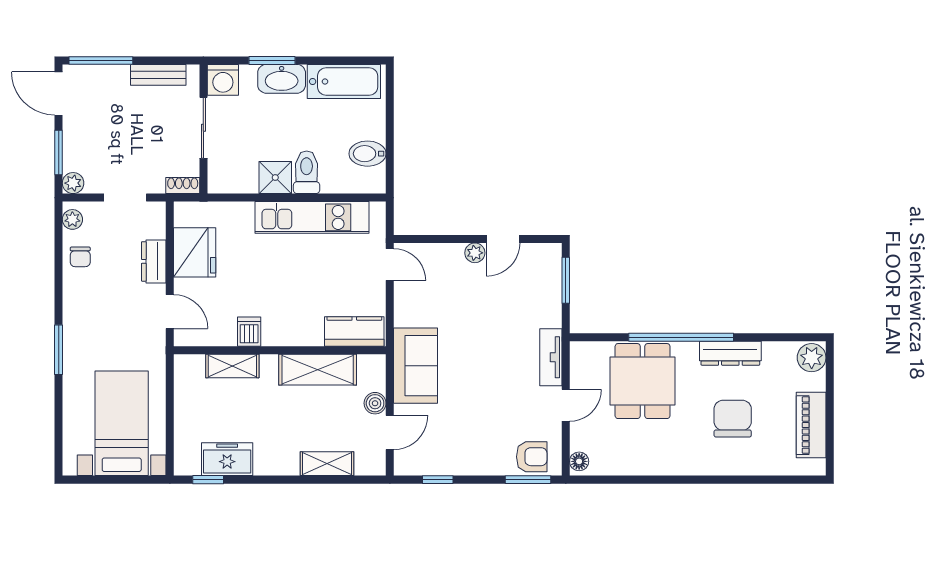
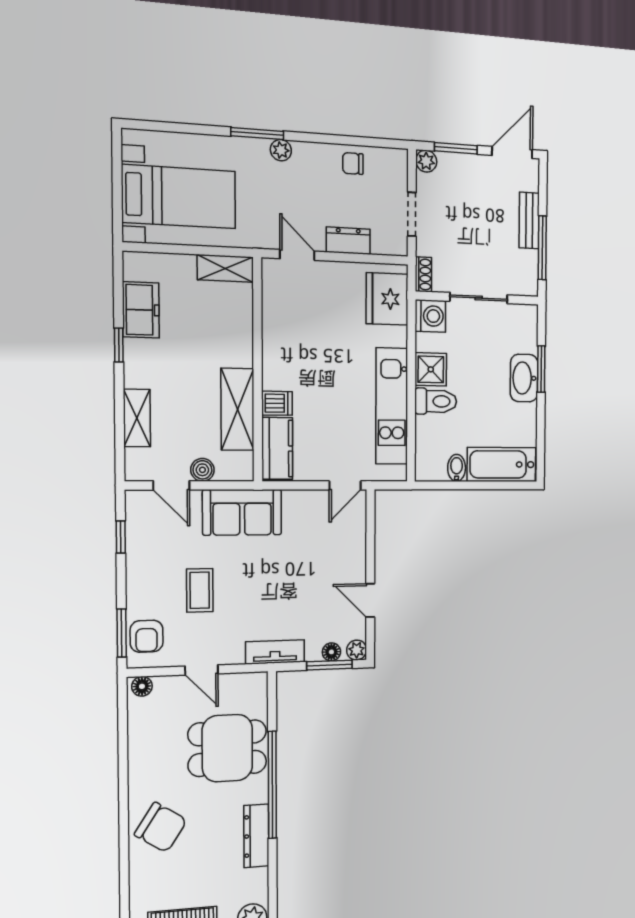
window: (101, 60) -> (542, 248), moved
bench: (158, 75) -> (529, 220), moved
washing machine: (223, 80) -> (430, 316), moved, turned 180
bathtub: (344, 82) -> (502, 464), moved, turned 90
bidet: (367, 154) -> (457, 468), width x0.72, depth x0.74
plant: (72, 219) -> (281, 150), moved
fridge: (195, 252) -> (387, 299), moved, turned 90
plant: (475, 253) -> (357, 650), moved
floor lamp: (553, 278) -> (331, 652), added
door: (170, 312) -> (297, 255), swing flipped
dishwasher: (249, 332) -> (277, 403), moved
tv unit: (551, 357) -> (275, 652), moved
shelving: (232, 366) -> (225, 268), moved, turned 90
coffee table: (489, 406) -> (200, 590), added
chair: (733, 419) -> (161, 827), moved, turned 33
window: (208, 480) -> (119, 345), moved

